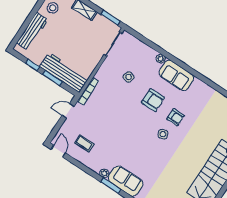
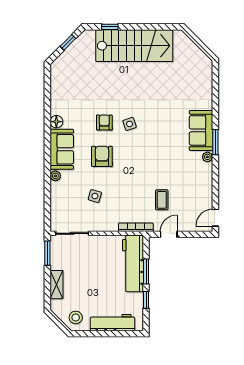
floor lamp: (198, 84) -> (56, 122), added
door: (68, 111) -> (169, 234), swing flipped
coffee table: (84, 143) -> (162, 200), moved

